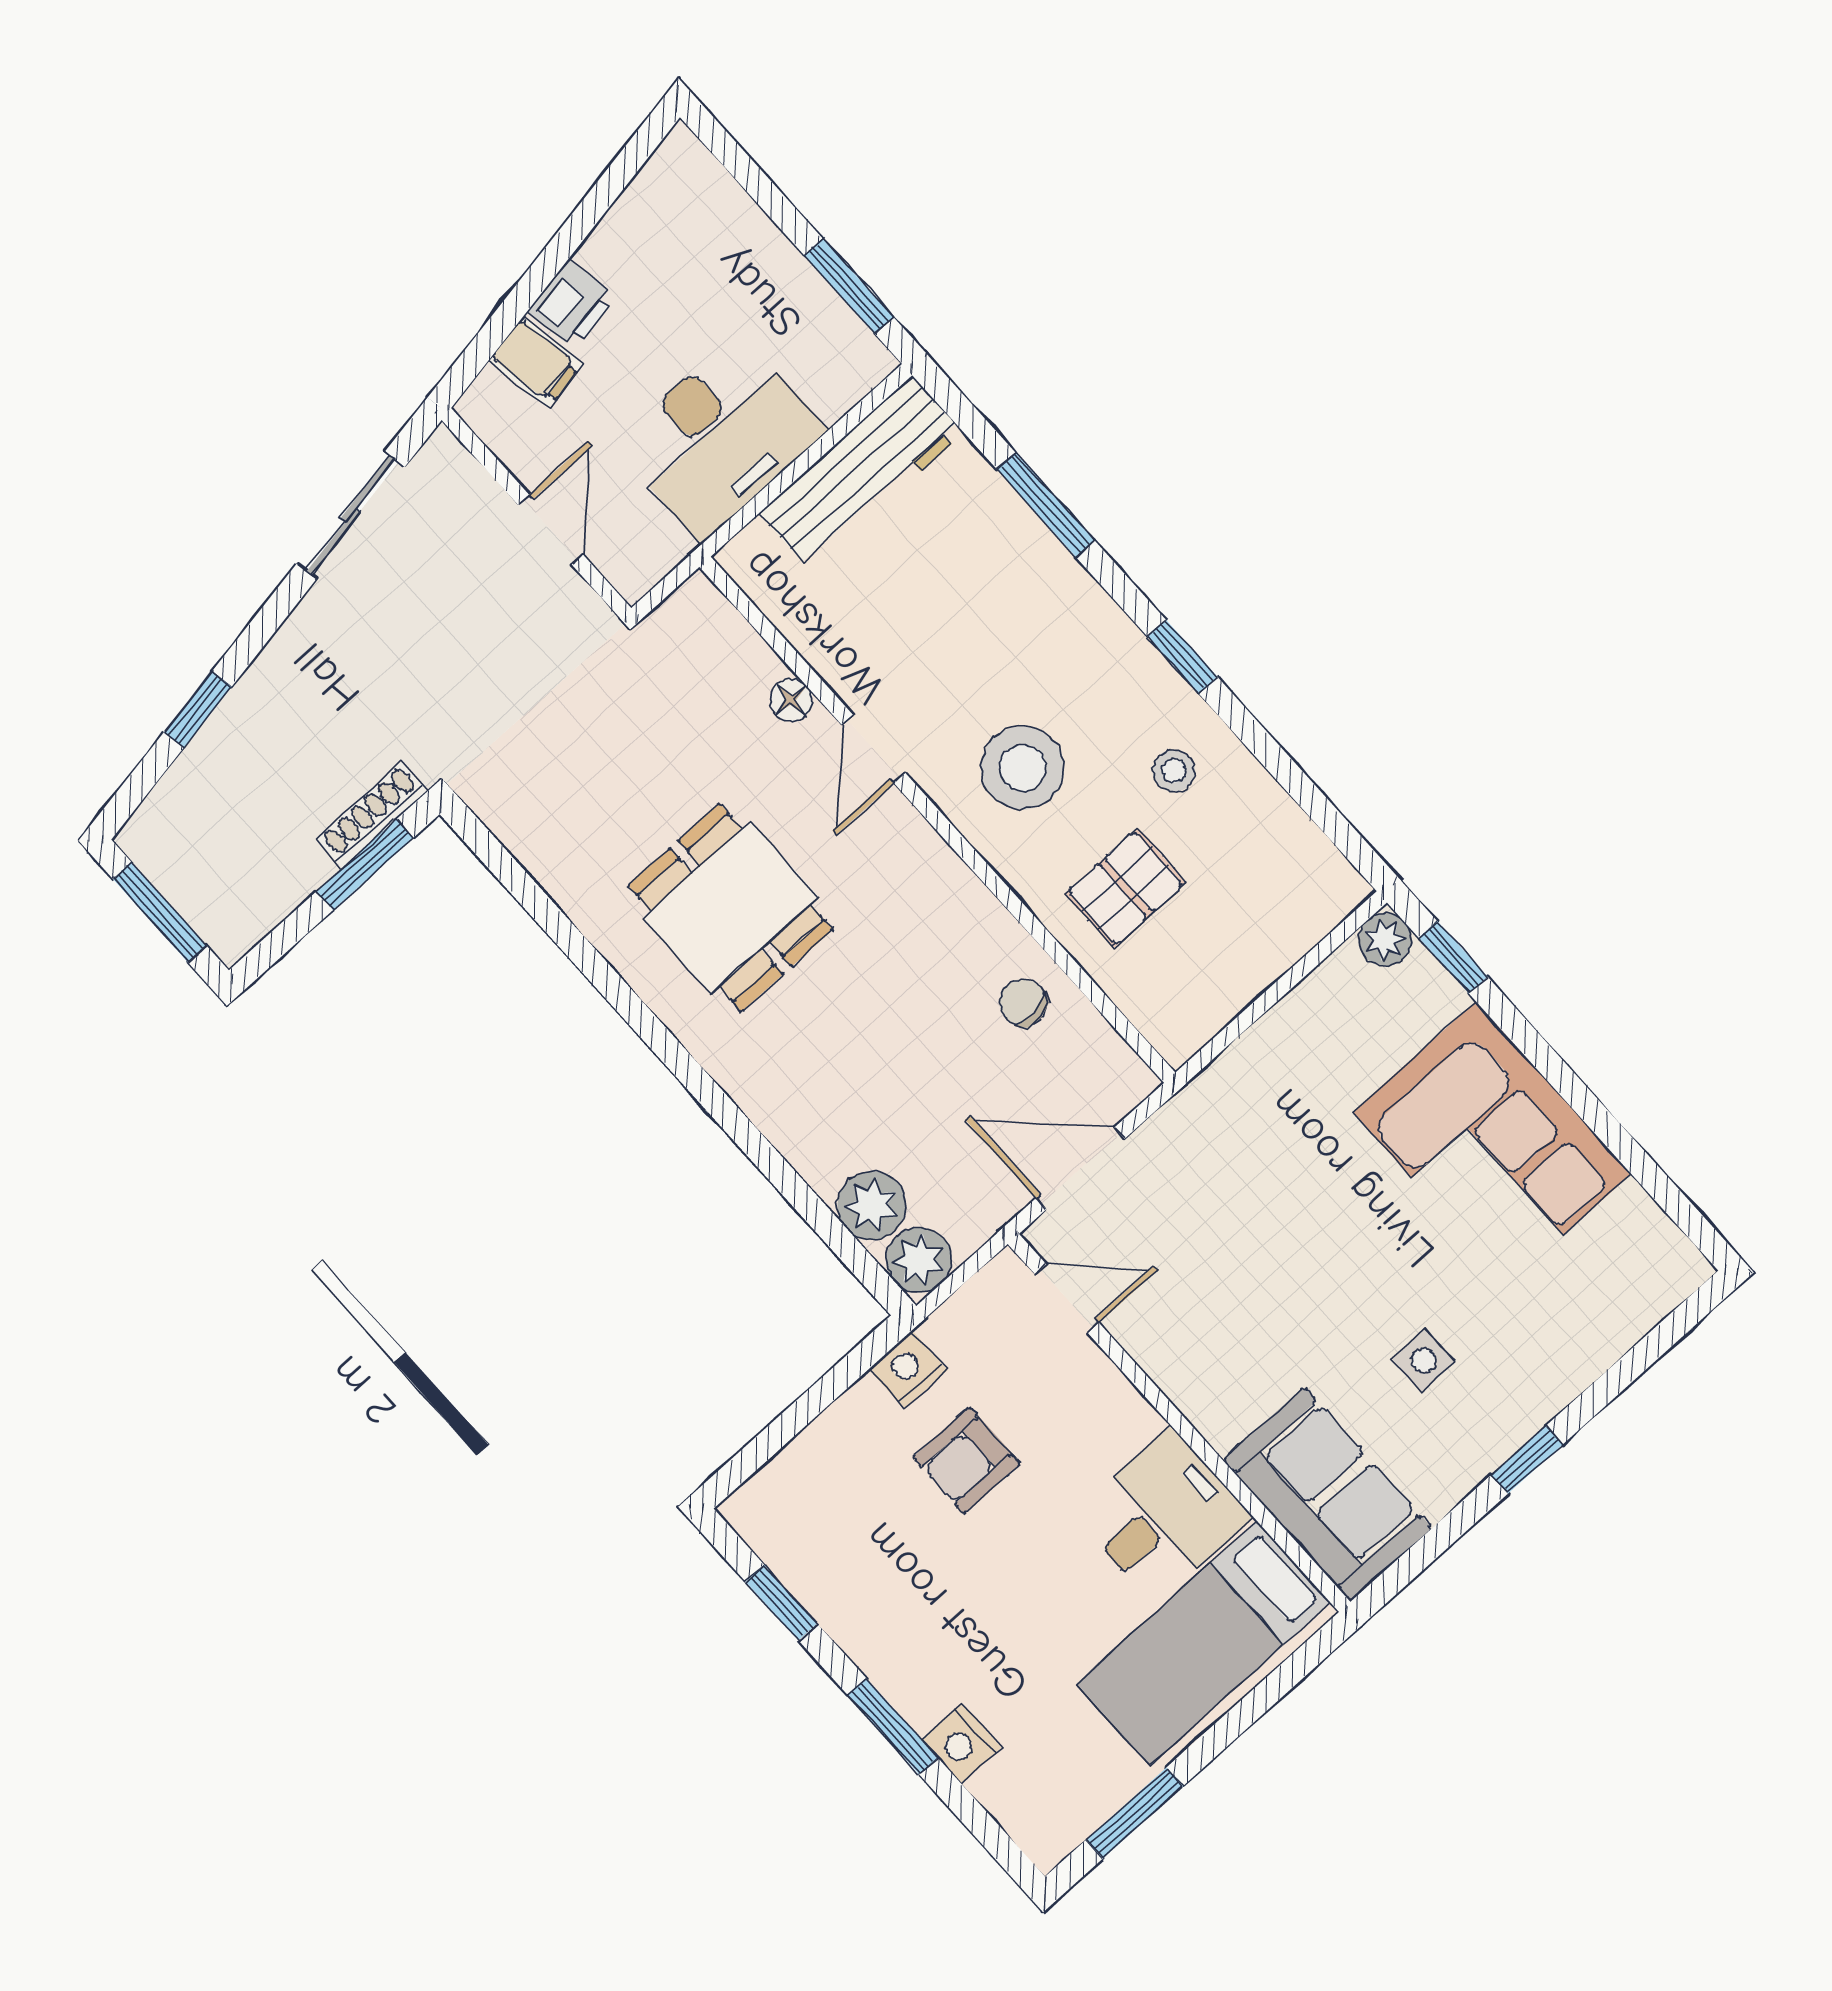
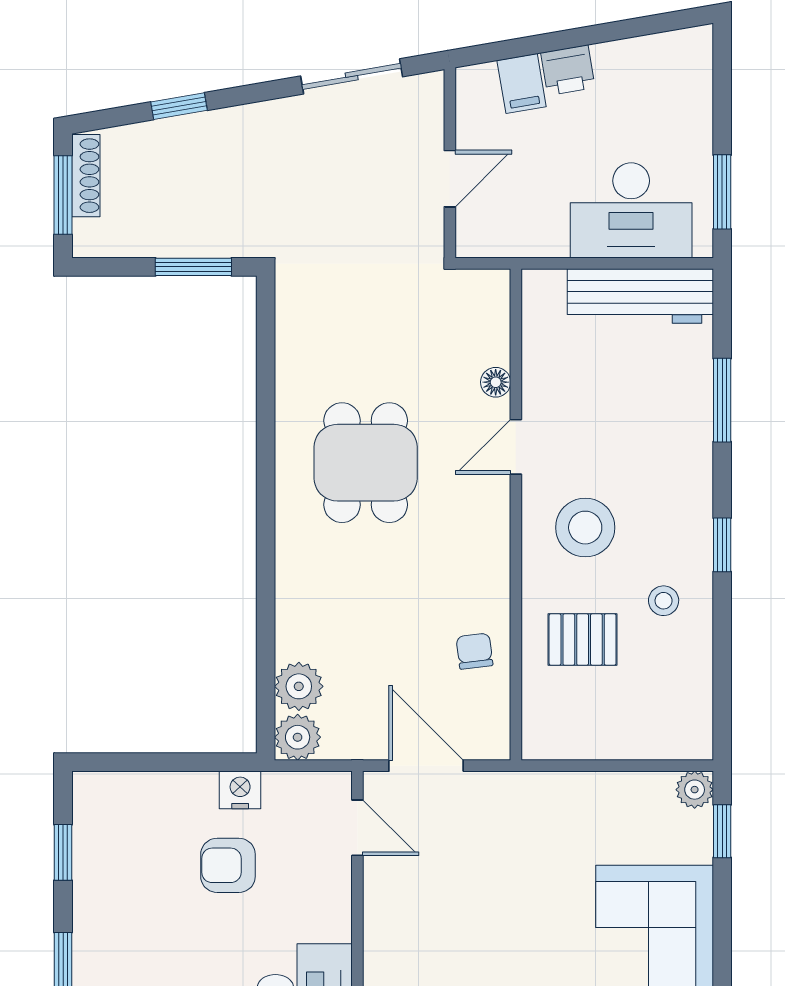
desk: (720, 437) -> (631, 210), moved
shoe rack: (372, 815) -> (86, 176), moved, turned 90

